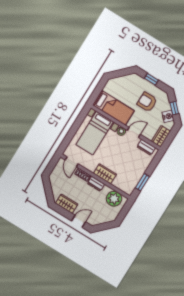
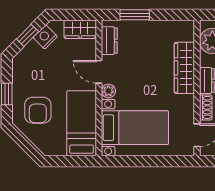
armchair: (147, 102) -> (38, 110), moved
wardrobe: (105, 174) -> (184, 68), width x1.50
window: (142, 182) -> (135, 15), moved

